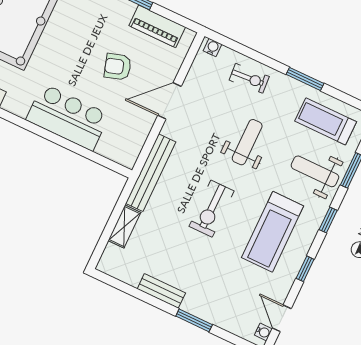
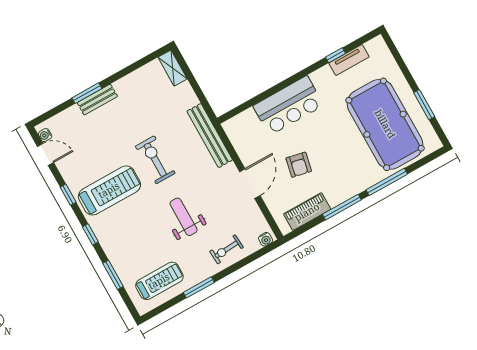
armchair: (118, 67) -> (299, 165), turned 119
weight bench: (247, 142) -> (184, 217), turned 180
weight bench: (315, 171) -> (130, 249), removed
shelving: (124, 227) -> (173, 68), moved
treadmill: (273, 232) -> (109, 190), turned 90
bench: (161, 291) -> (97, 100), moved

